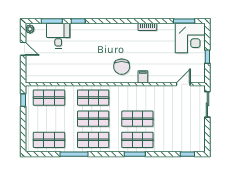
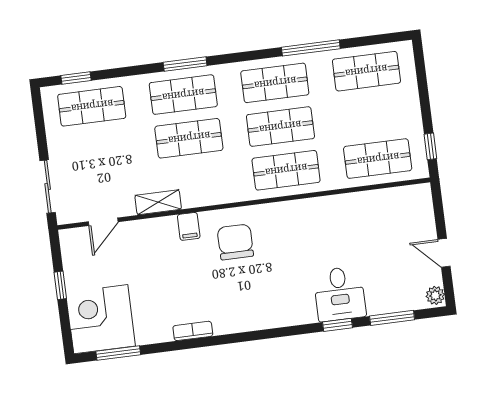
desk: (58, 36) -> (340, 294), moved
shelving: (156, 90) -> (158, 202), added
shop shelf: (182, 140) -> (92, 106), added

